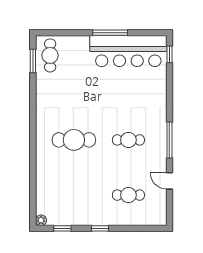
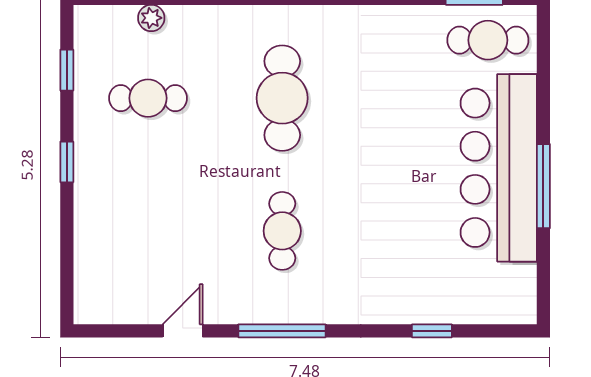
bar counter: (128, 51) -> (499, 168), moved
window: (169, 54) -> (432, 331), moved
cafe table: (128, 195) -> (148, 98), moved, turned 90
plant: (41, 220) -> (151, 18), moved

